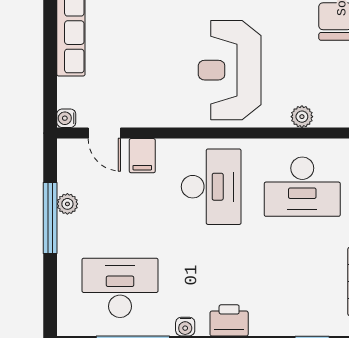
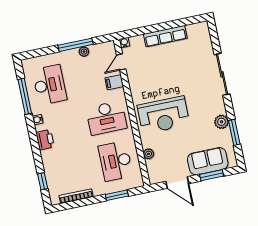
reception desk: (230, 70) -> (163, 115), turned 180

